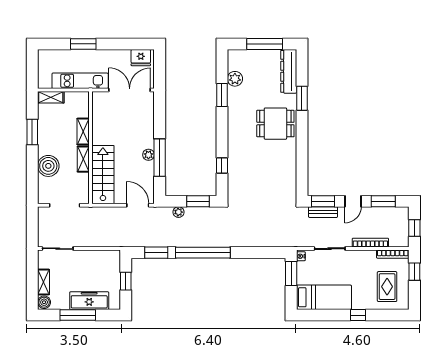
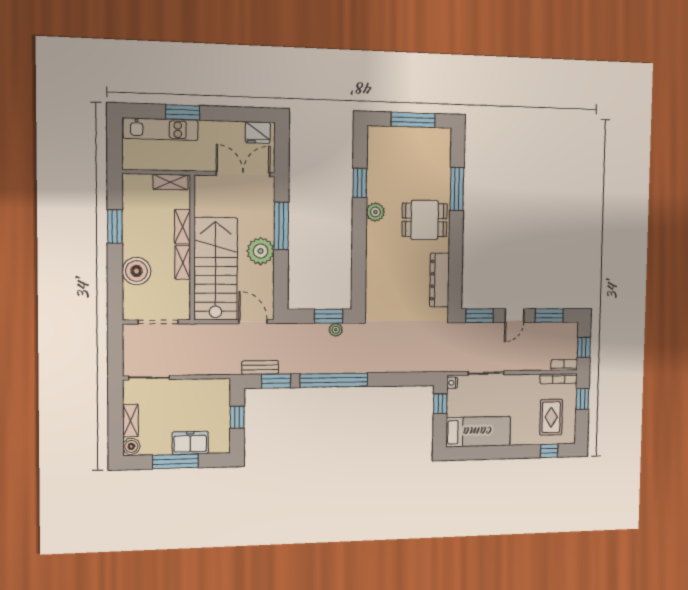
dresser: (289, 71) -> (439, 280), moved
plant: (235, 79) -> (375, 212), moved
kitchen unit: (80, 81) -> (161, 129), moved, turned 180
shelving: (51, 97) -> (171, 182), moved
window: (302, 98) -> (457, 189), width x1.44
plant: (148, 155) -> (261, 251), width x1.88, depth x1.88
window: (160, 158) -> (281, 226), moved
window: (222, 166) -> (359, 272), removed
stairs: (103, 175) -> (216, 269), width x1.36, depth x1.51
plant: (179, 212) -> (336, 330), moved
bench: (323, 212) -> (260, 368), moved
bookcase: (370, 243) -> (564, 365), moved, width x0.64
window: (291, 273) -> (440, 404), width x0.67
freezer: (89, 301) -> (190, 443), width x0.71
window: (358, 315) -> (549, 451), moved

